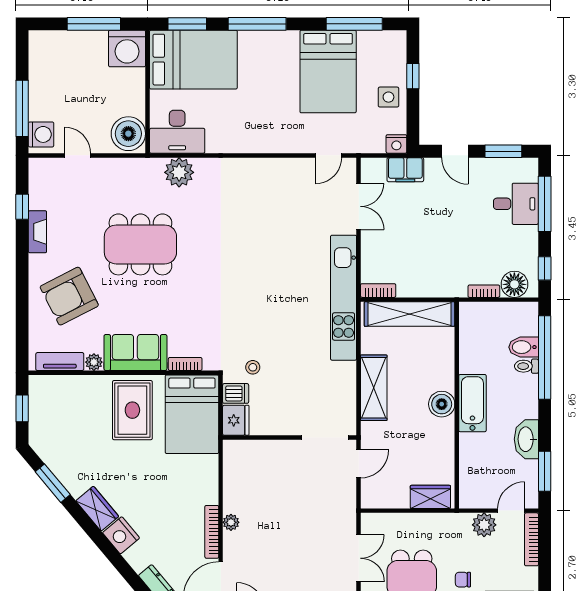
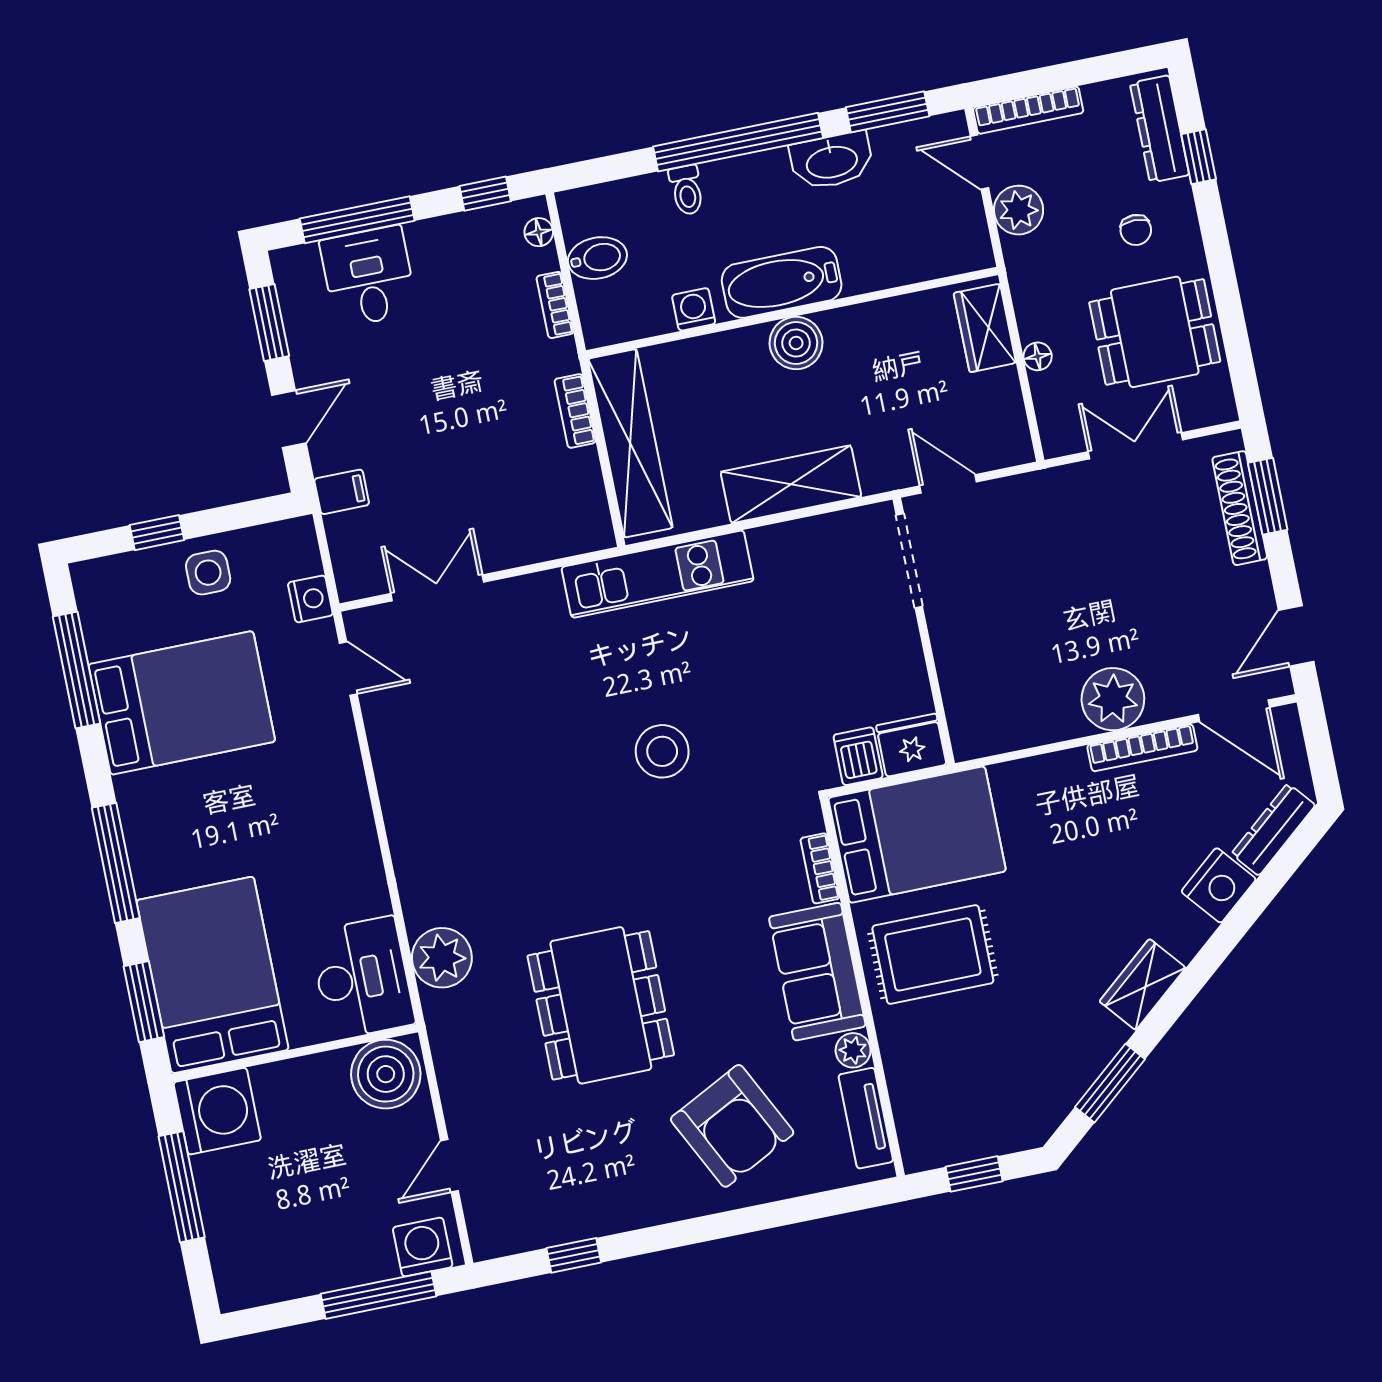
nightstand: (396, 144) -> (310, 599), moved
filing cabinet: (405, 170) -> (342, 492), width x0.50
fireplace: (37, 232) -> (617, 1215), removed
floor lamp: (514, 284) -> (539, 232), width x0.53, depth x0.53
bookcase: (378, 291) -> (575, 411), moved
kitchen unit: (344, 298) -> (658, 574), width x0.73
bidet: (524, 347) -> (597, 258), moved, turned -90
washing machine: (468, 358) -> (694, 309), added
window: (545, 358) -> (738, 142), moved
stool: (253, 367) -> (662, 751), moved, width x1.89, depth x1.89
floor lamp: (411, 520) -> (1038, 356), added
plant: (231, 522) -> (1113, 699), width x1.88, depth x1.88
nightstand: (121, 535) -> (1219, 885), moved

